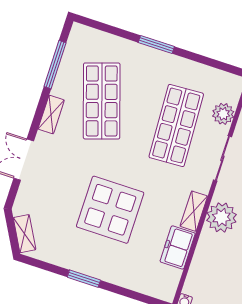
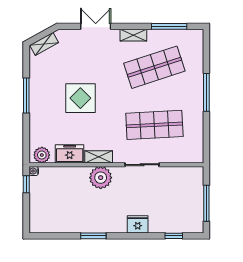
window: (156, 44) -> (206, 92), width x1.44
plant: (223, 114) -> (42, 155), moved
display table: (110, 210) -> (80, 98), width x0.73, depth x0.73
window: (84, 279) -> (26, 96), width x1.44

